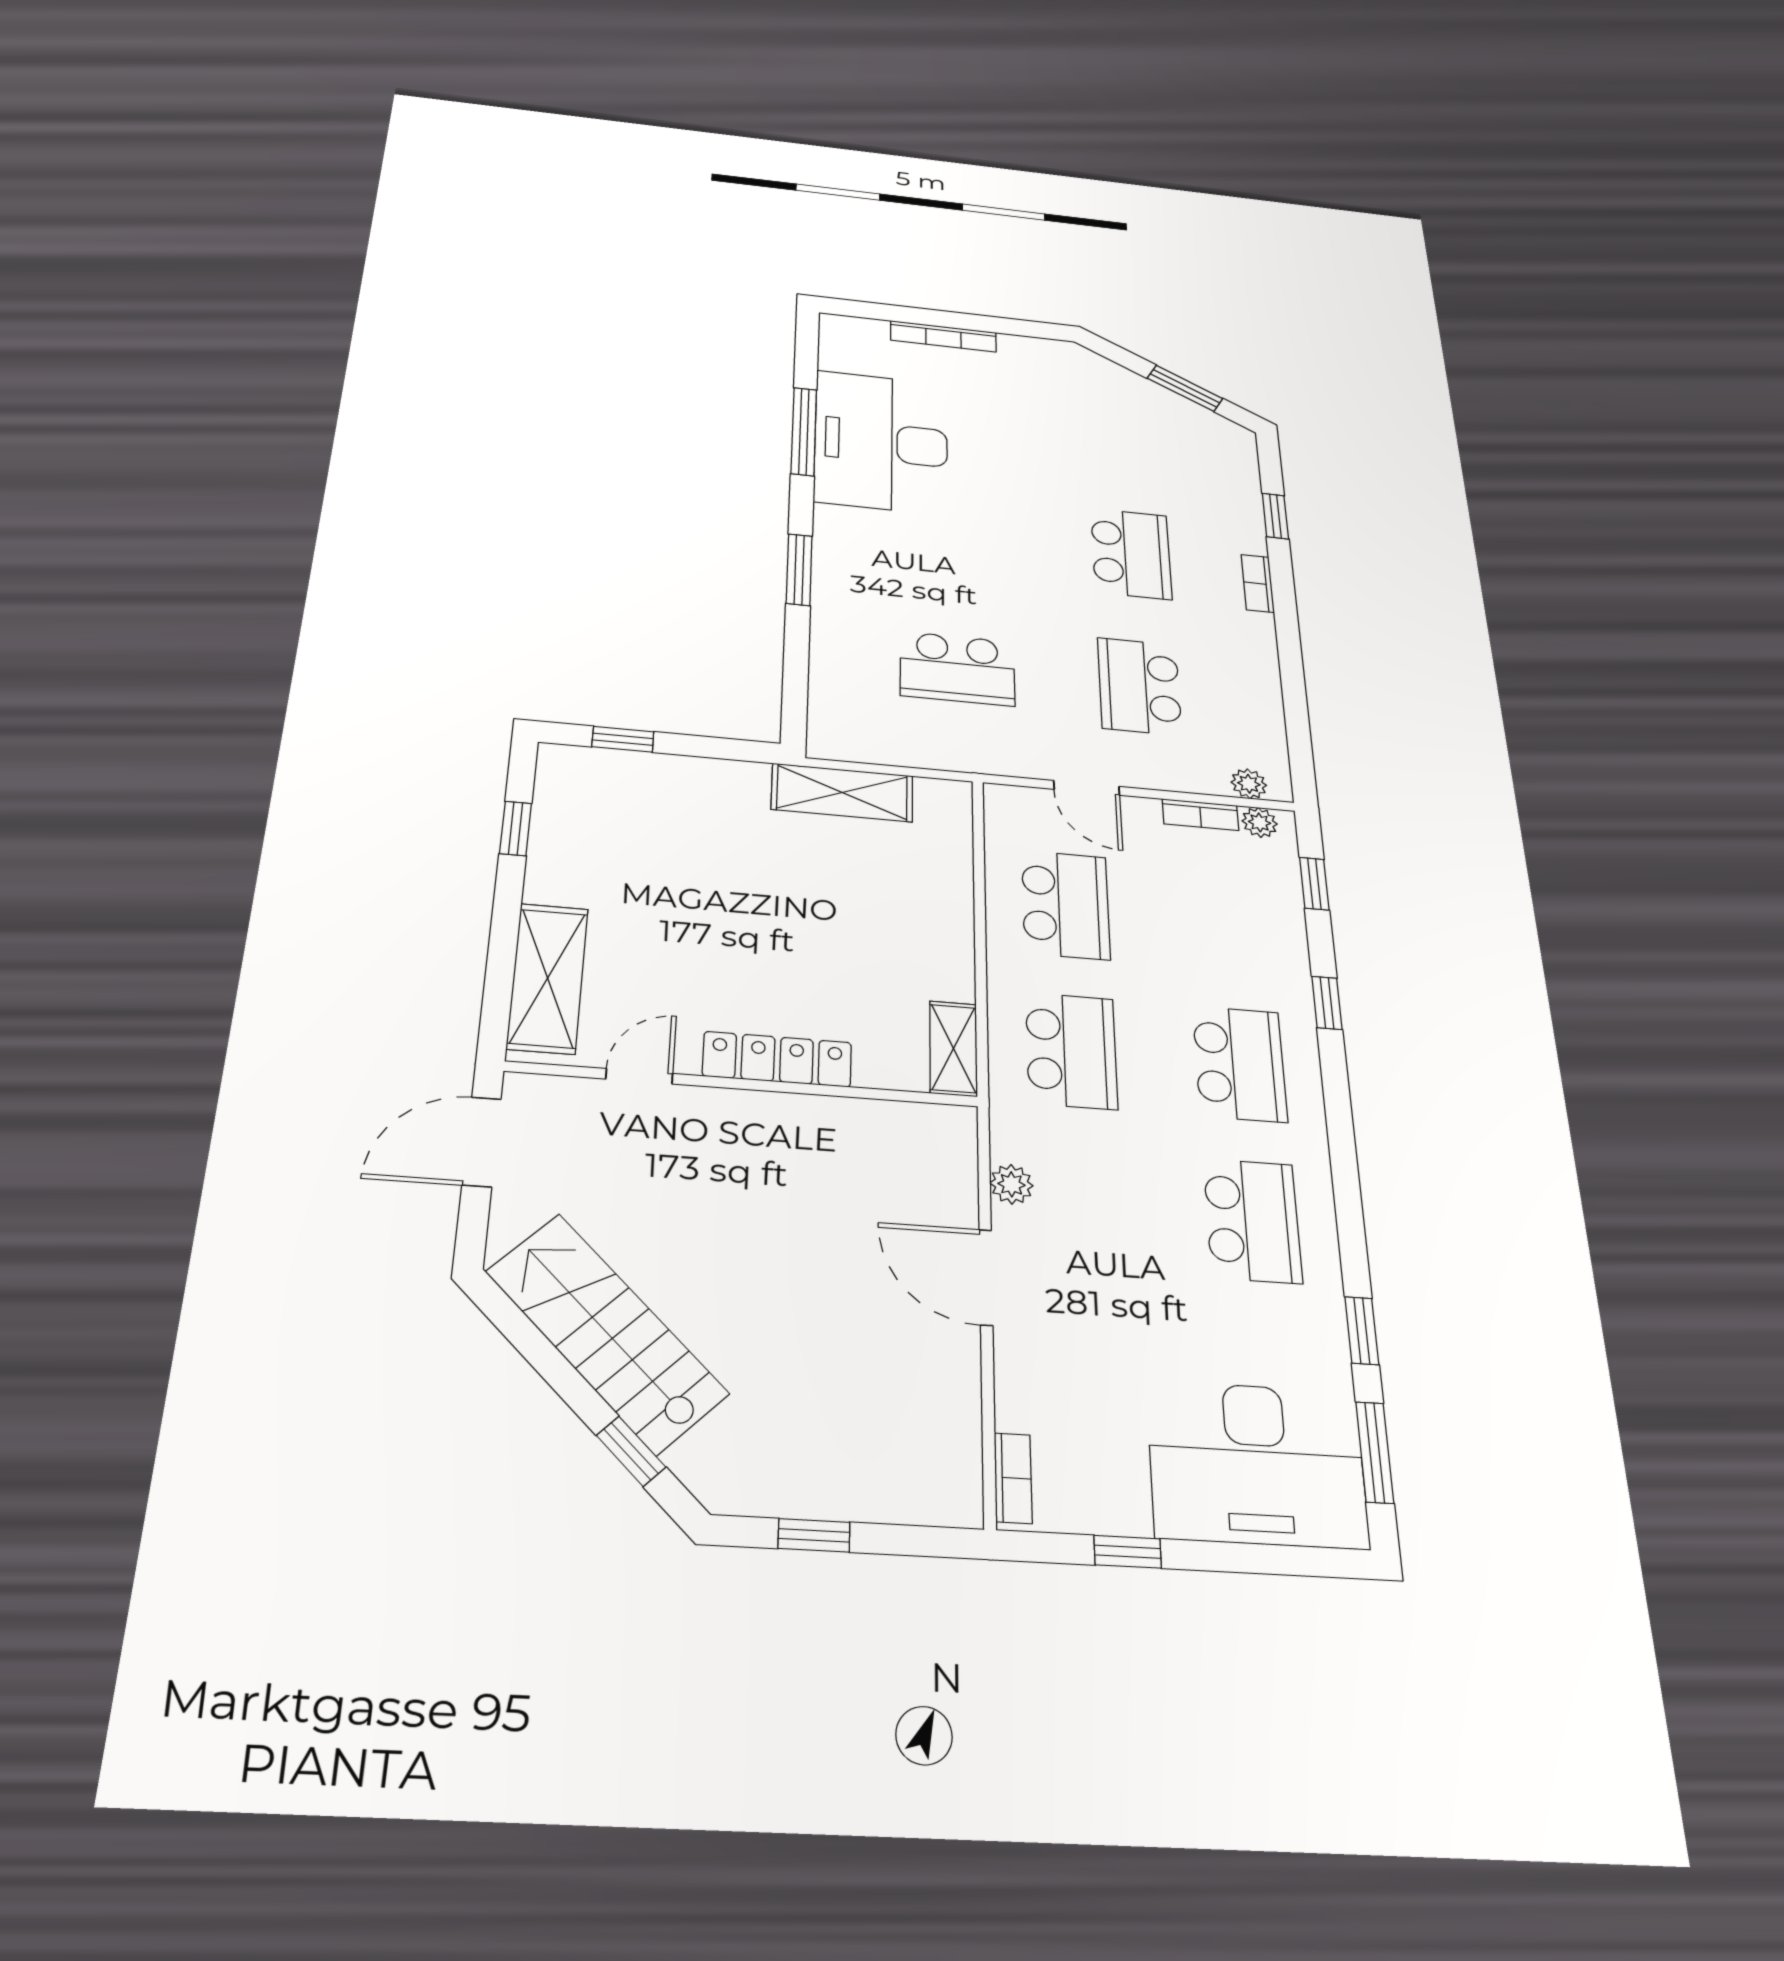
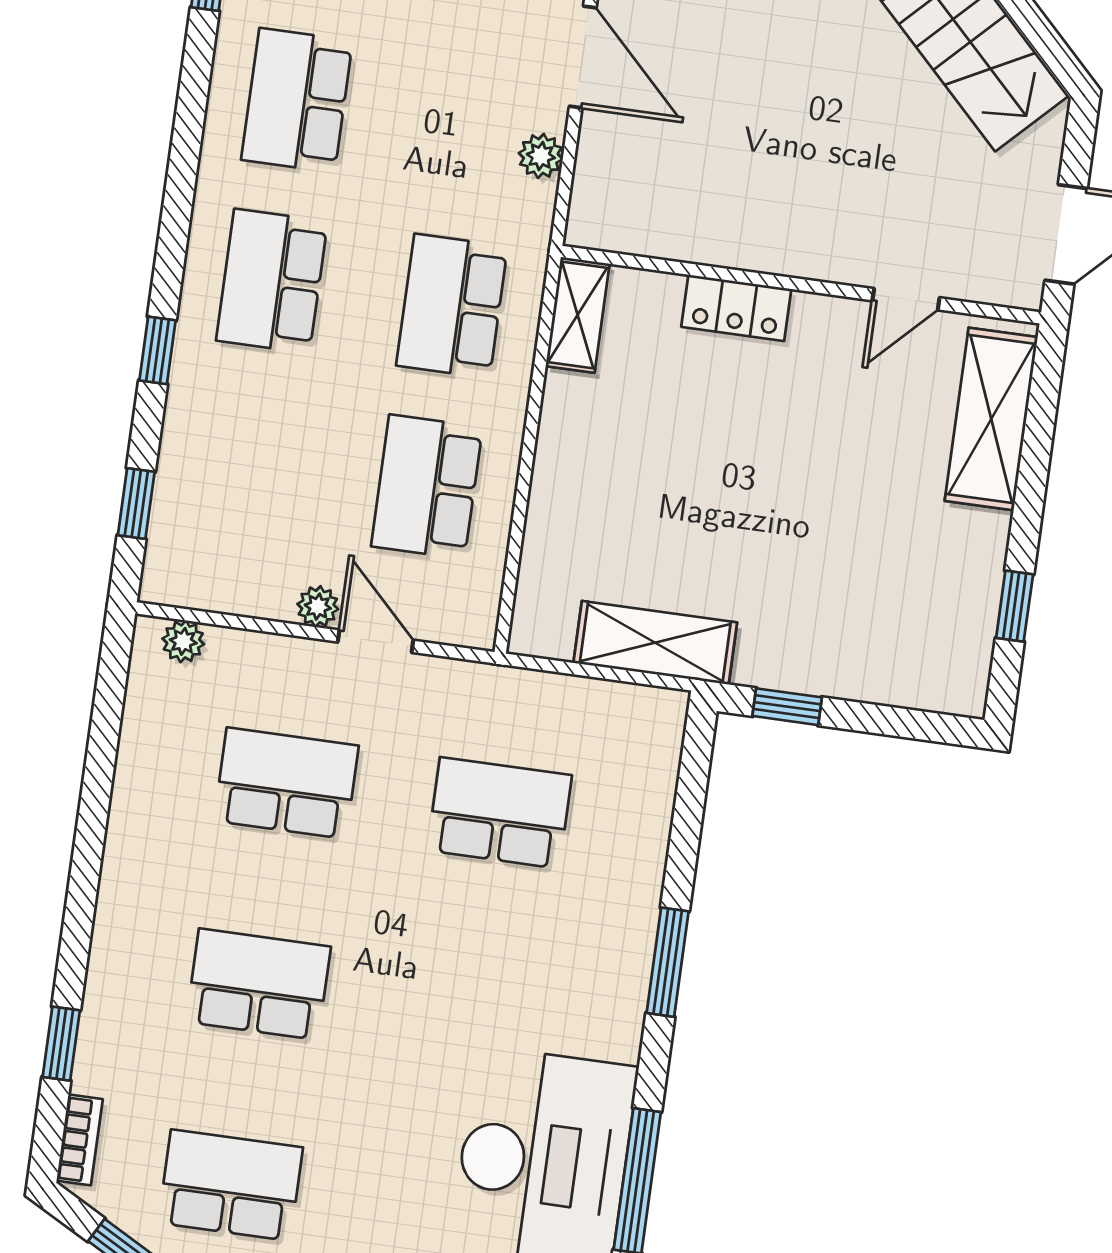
school desk: (1123, 431) -> (231, 1185), added
school desk: (1131, 554) -> (258, 984), turned 90
bookcase: (1258, 583) -> (80, 1140), moved
school desk: (1139, 686) -> (286, 783), turned -90
window: (623, 739) -> (787, 707), moved
bookcase: (1200, 815) -> (250, 601), removed
plant: (1260, 822) -> (318, 607), moved
locker: (777, 1059) -> (736, 308), width x0.66

